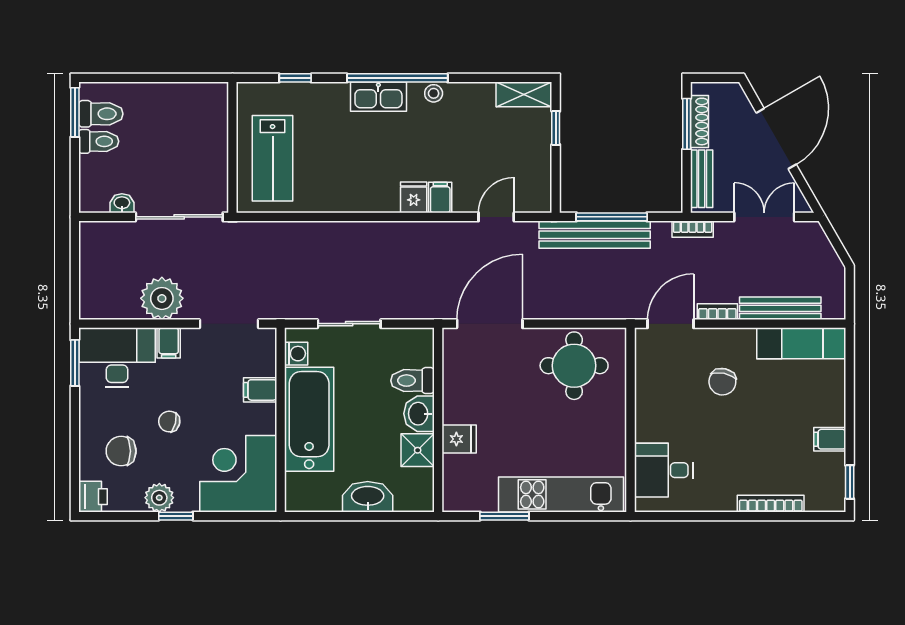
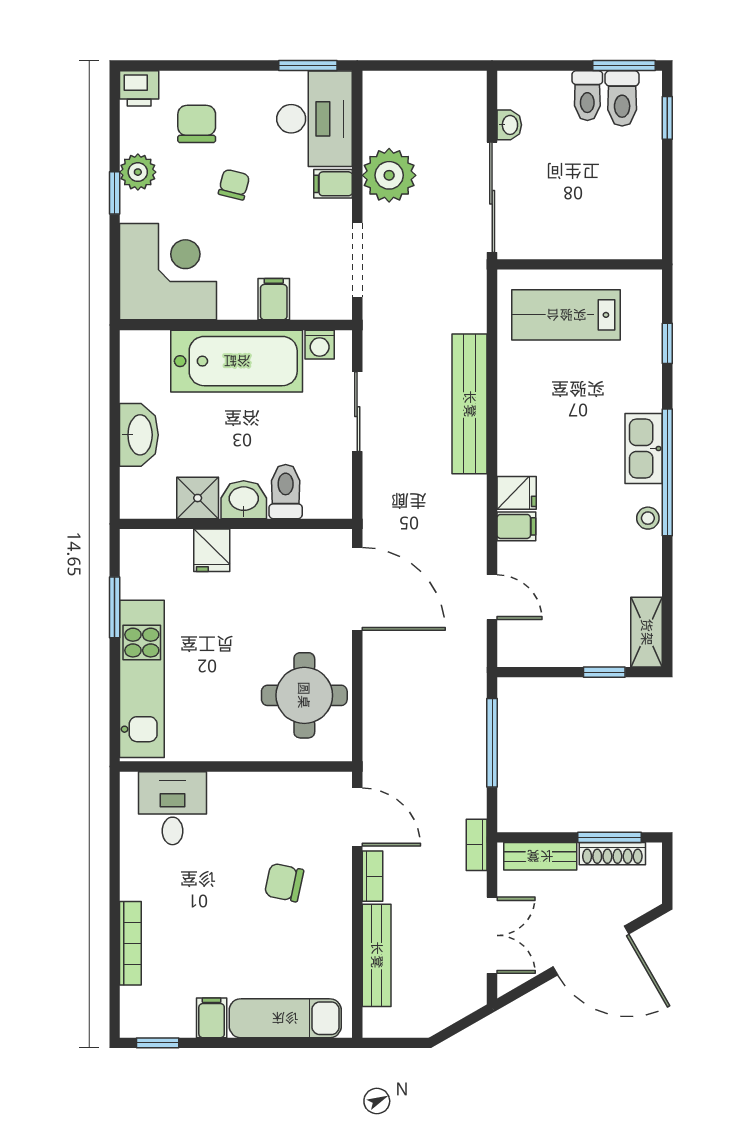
window: (116, 78) -> (667, 118), added
bench: (595, 235) -> (470, 404), moved
exam couch: (801, 343) -> (285, 1018), moved, turned 90

